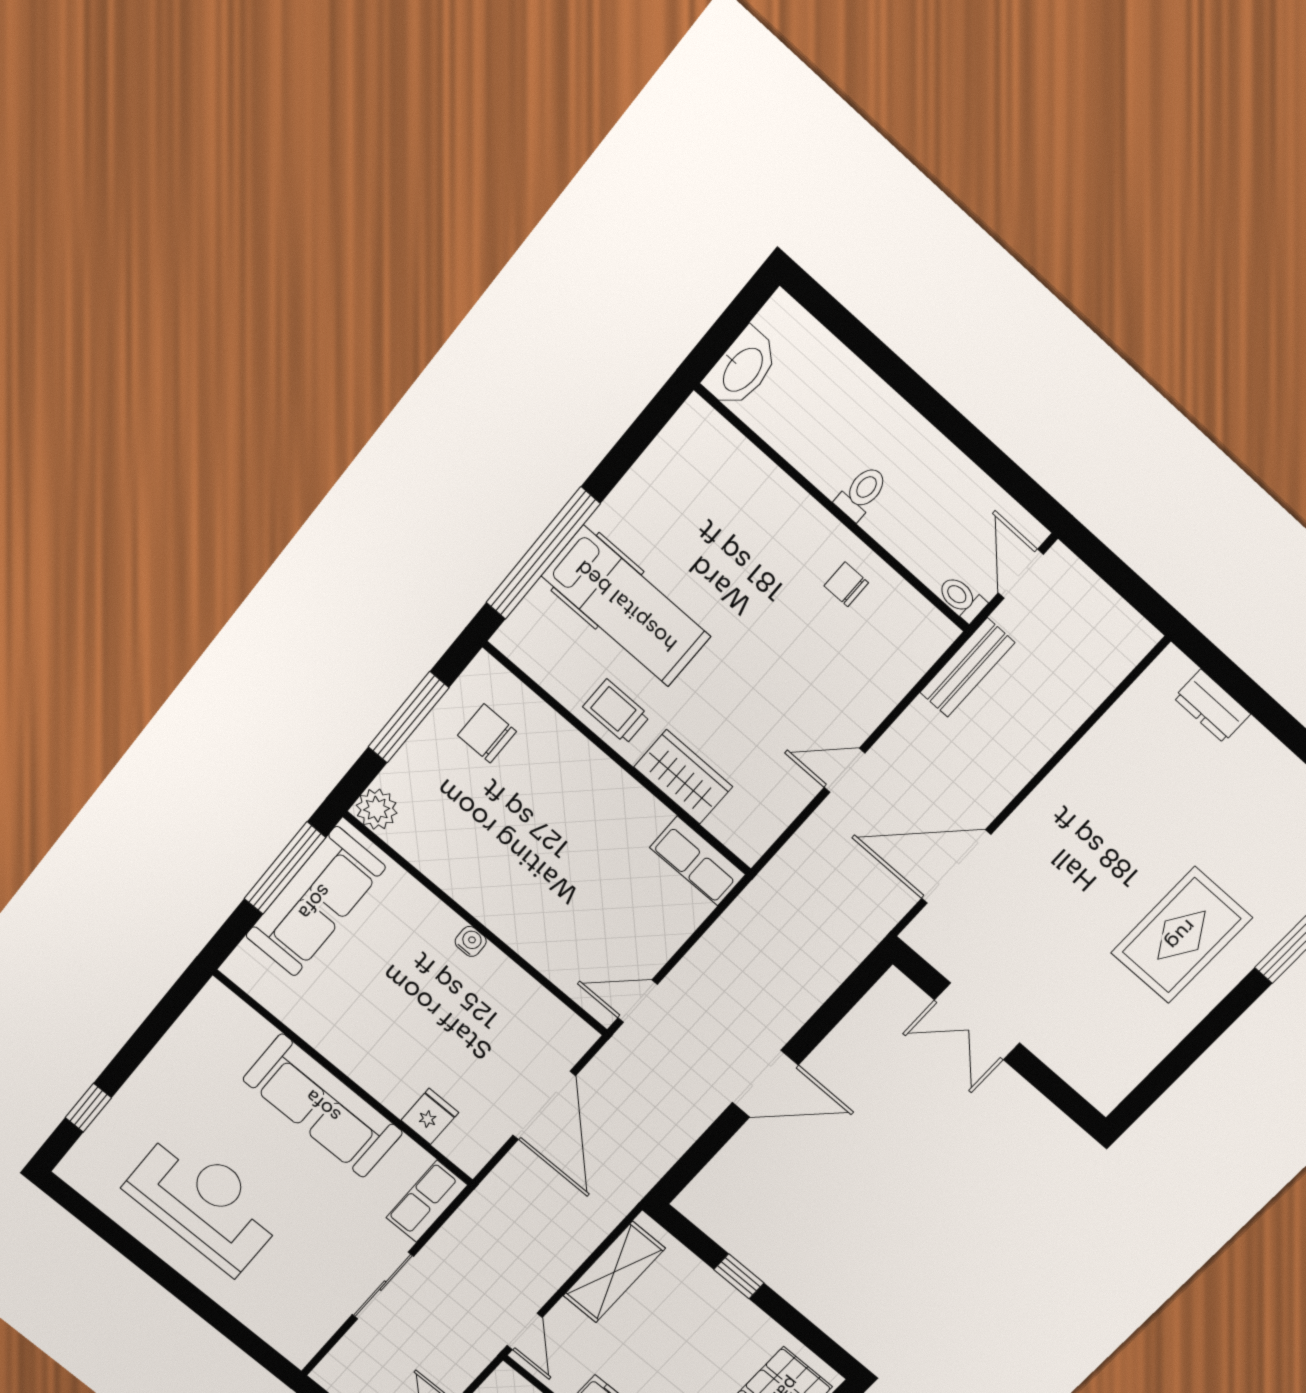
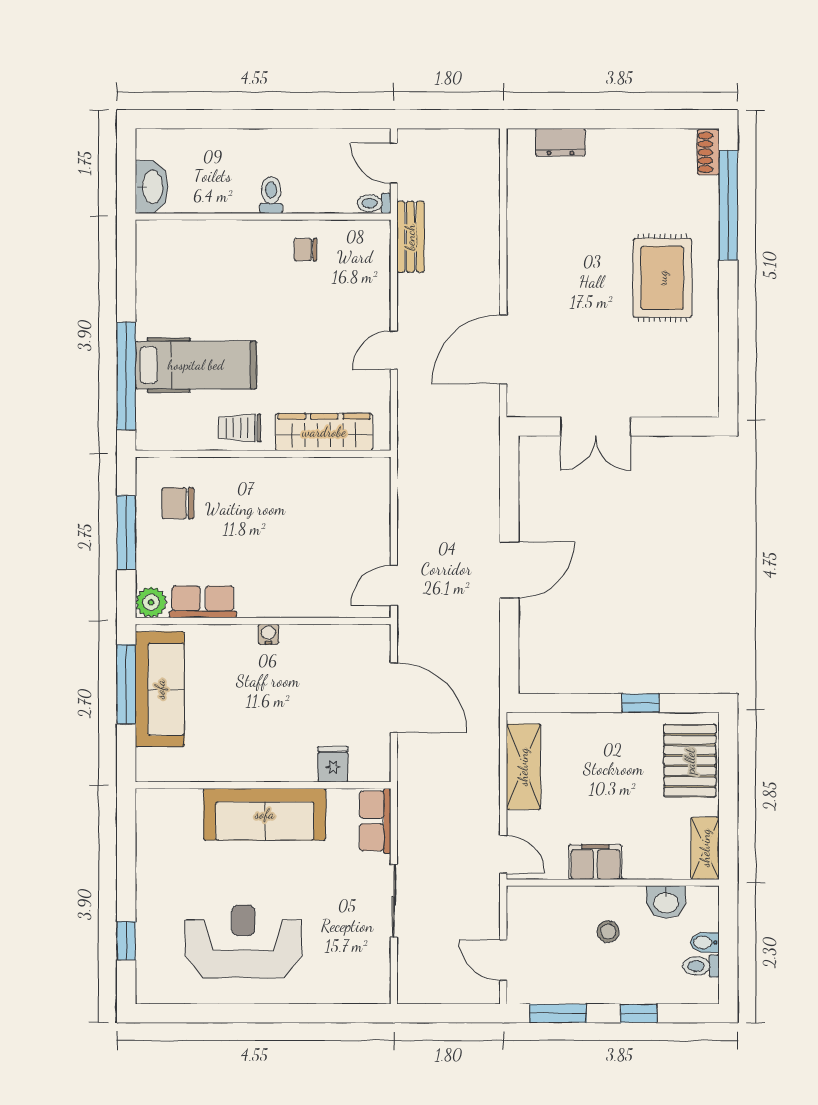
wardrobe: (683, 777) -> (324, 432), width x1.50
row of seats: (698, 861) -> (203, 602), moved, turned 180
window: (739, 1276) -> (641, 703), moved

